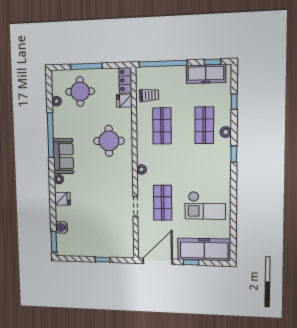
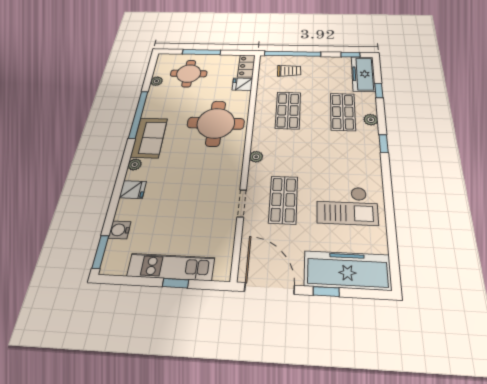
freezer: (206, 74) -> (363, 74), moved, turned 90
trolley: (149, 95) -> (289, 71), moved
round table: (109, 141) -> (216, 123), width x1.36, depth x1.36
kitchen unit: (98, 250) -> (171, 267), added
door: (158, 261) -> (269, 288), hinge flipped

